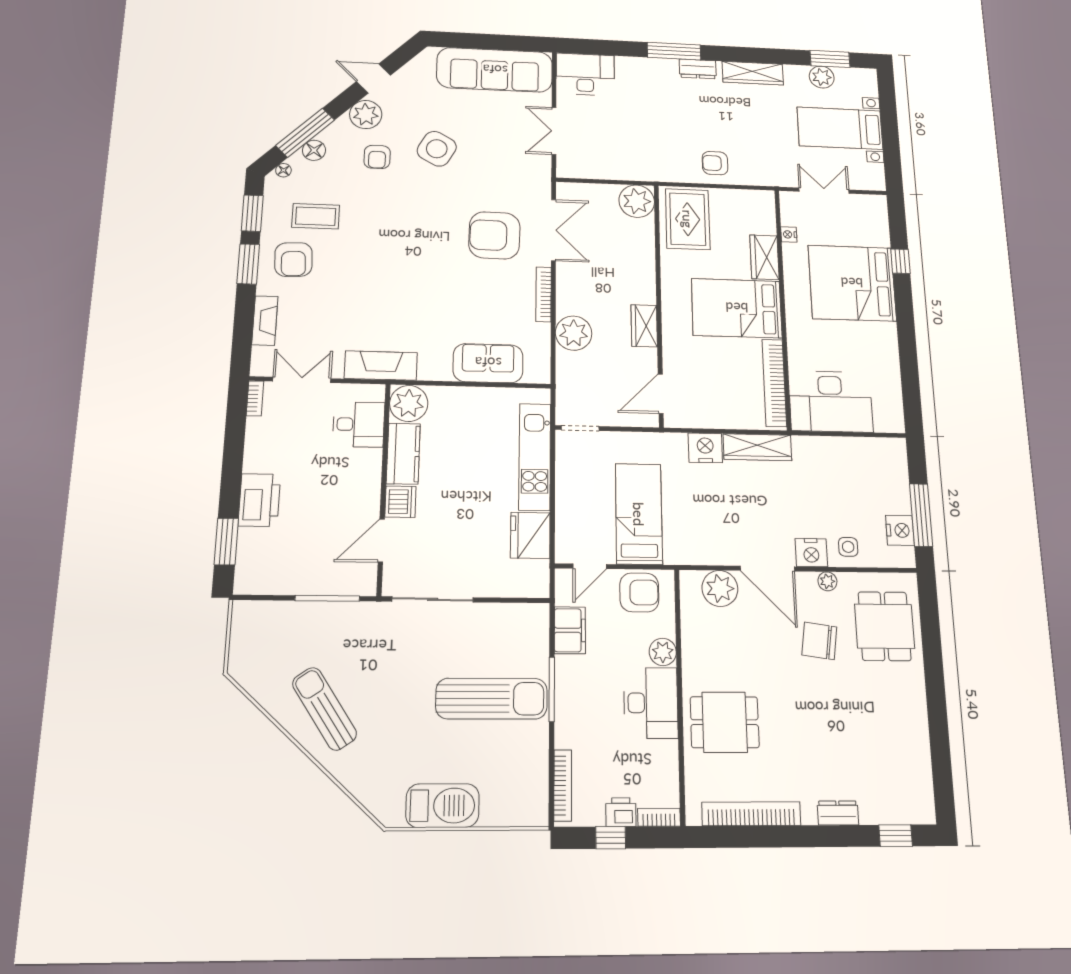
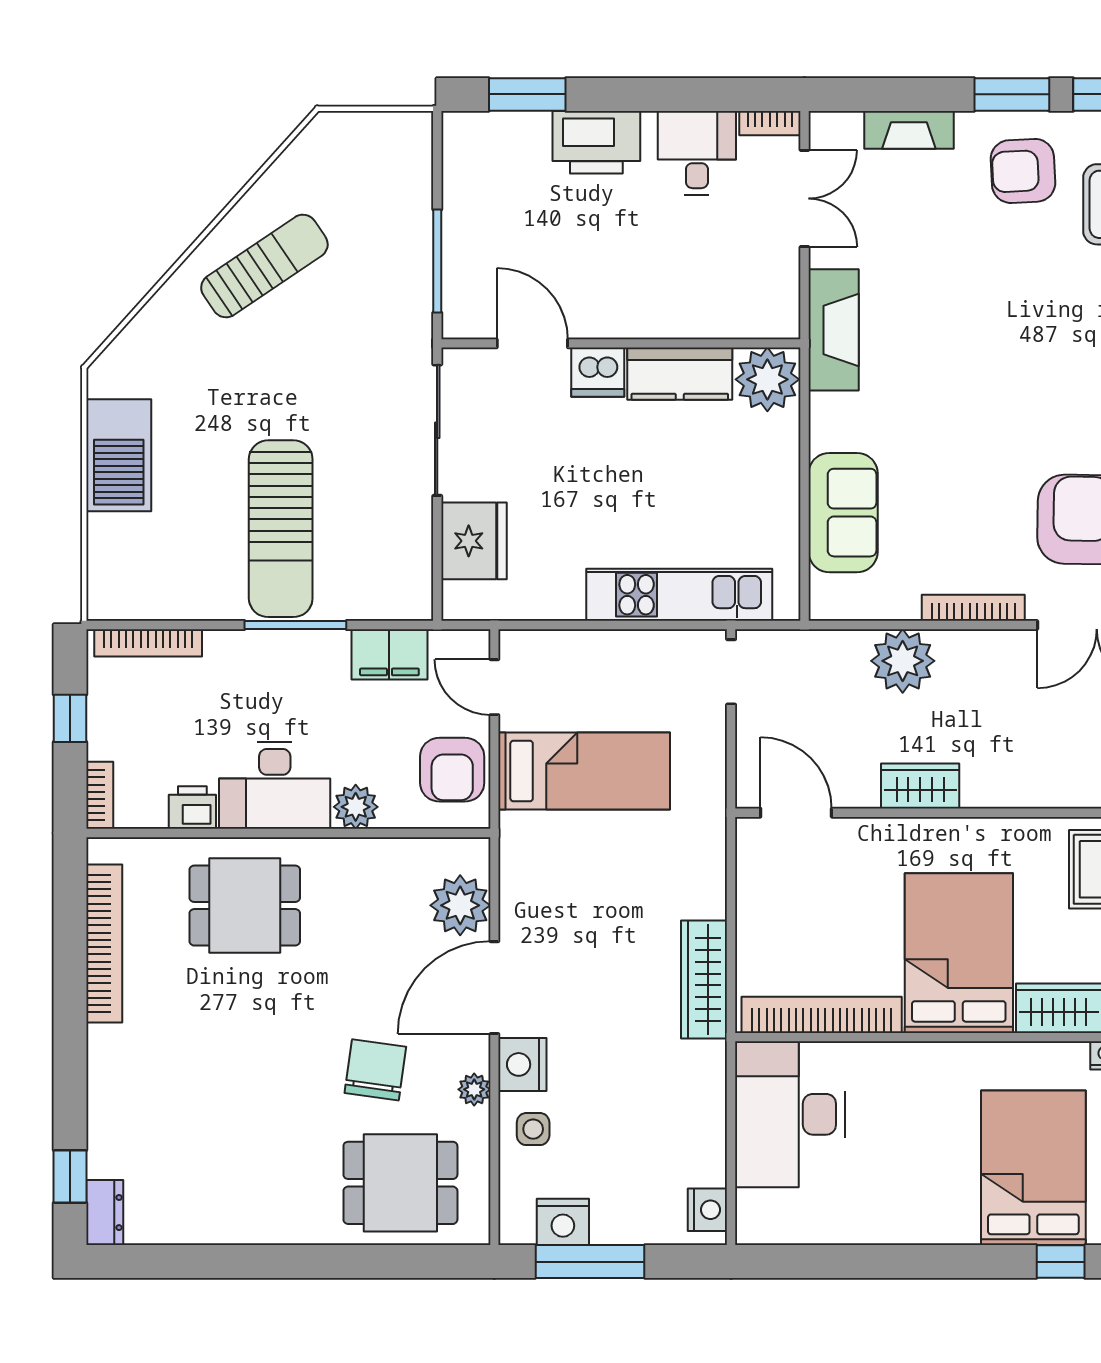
bed: (852, 283) -> (1033, 1168), width x0.73
desk: (359, 424) -> (697, 153), moved, turned 180
nightstand: (705, 448) -> (707, 1210), moved, width x0.74, depth x0.75
fridge: (530, 535) -> (474, 541), moved, turned 90
dining table: (725, 722) -> (245, 906), turned 90
printer: (621, 812) -> (192, 808), moved, turned -90
dresser: (838, 813) -> (105, 1213), moved

